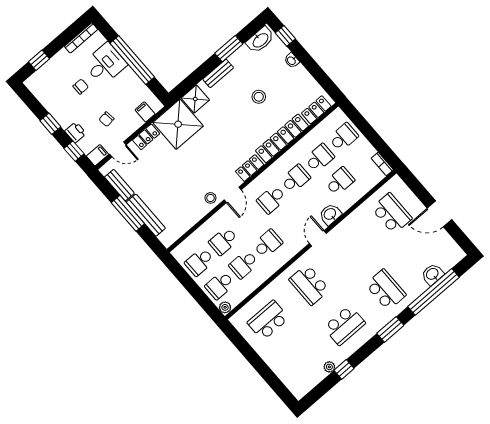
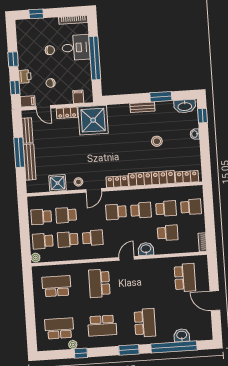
shower: (195, 99) -> (58, 183), moved
school desk: (303, 361) -> (59, 328), added

